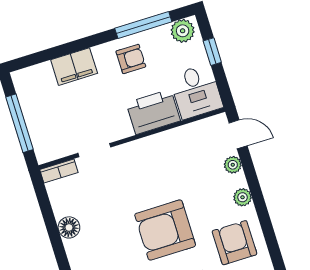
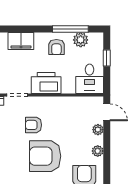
plant: (183, 31) -> (81, 40), moved
armchair: (131, 59) -> (56, 47), turned 90
printer: (153, 112) -> (46, 83), moved
armchair: (133, 188) -> (34, 125), added

